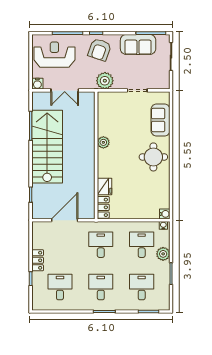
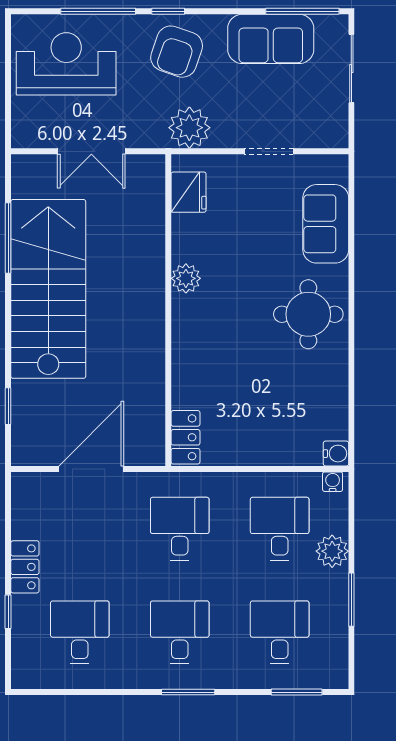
water cooler: (37, 84) -> (25, 135), removed
fridge: (104, 187) -> (189, 192), moved

